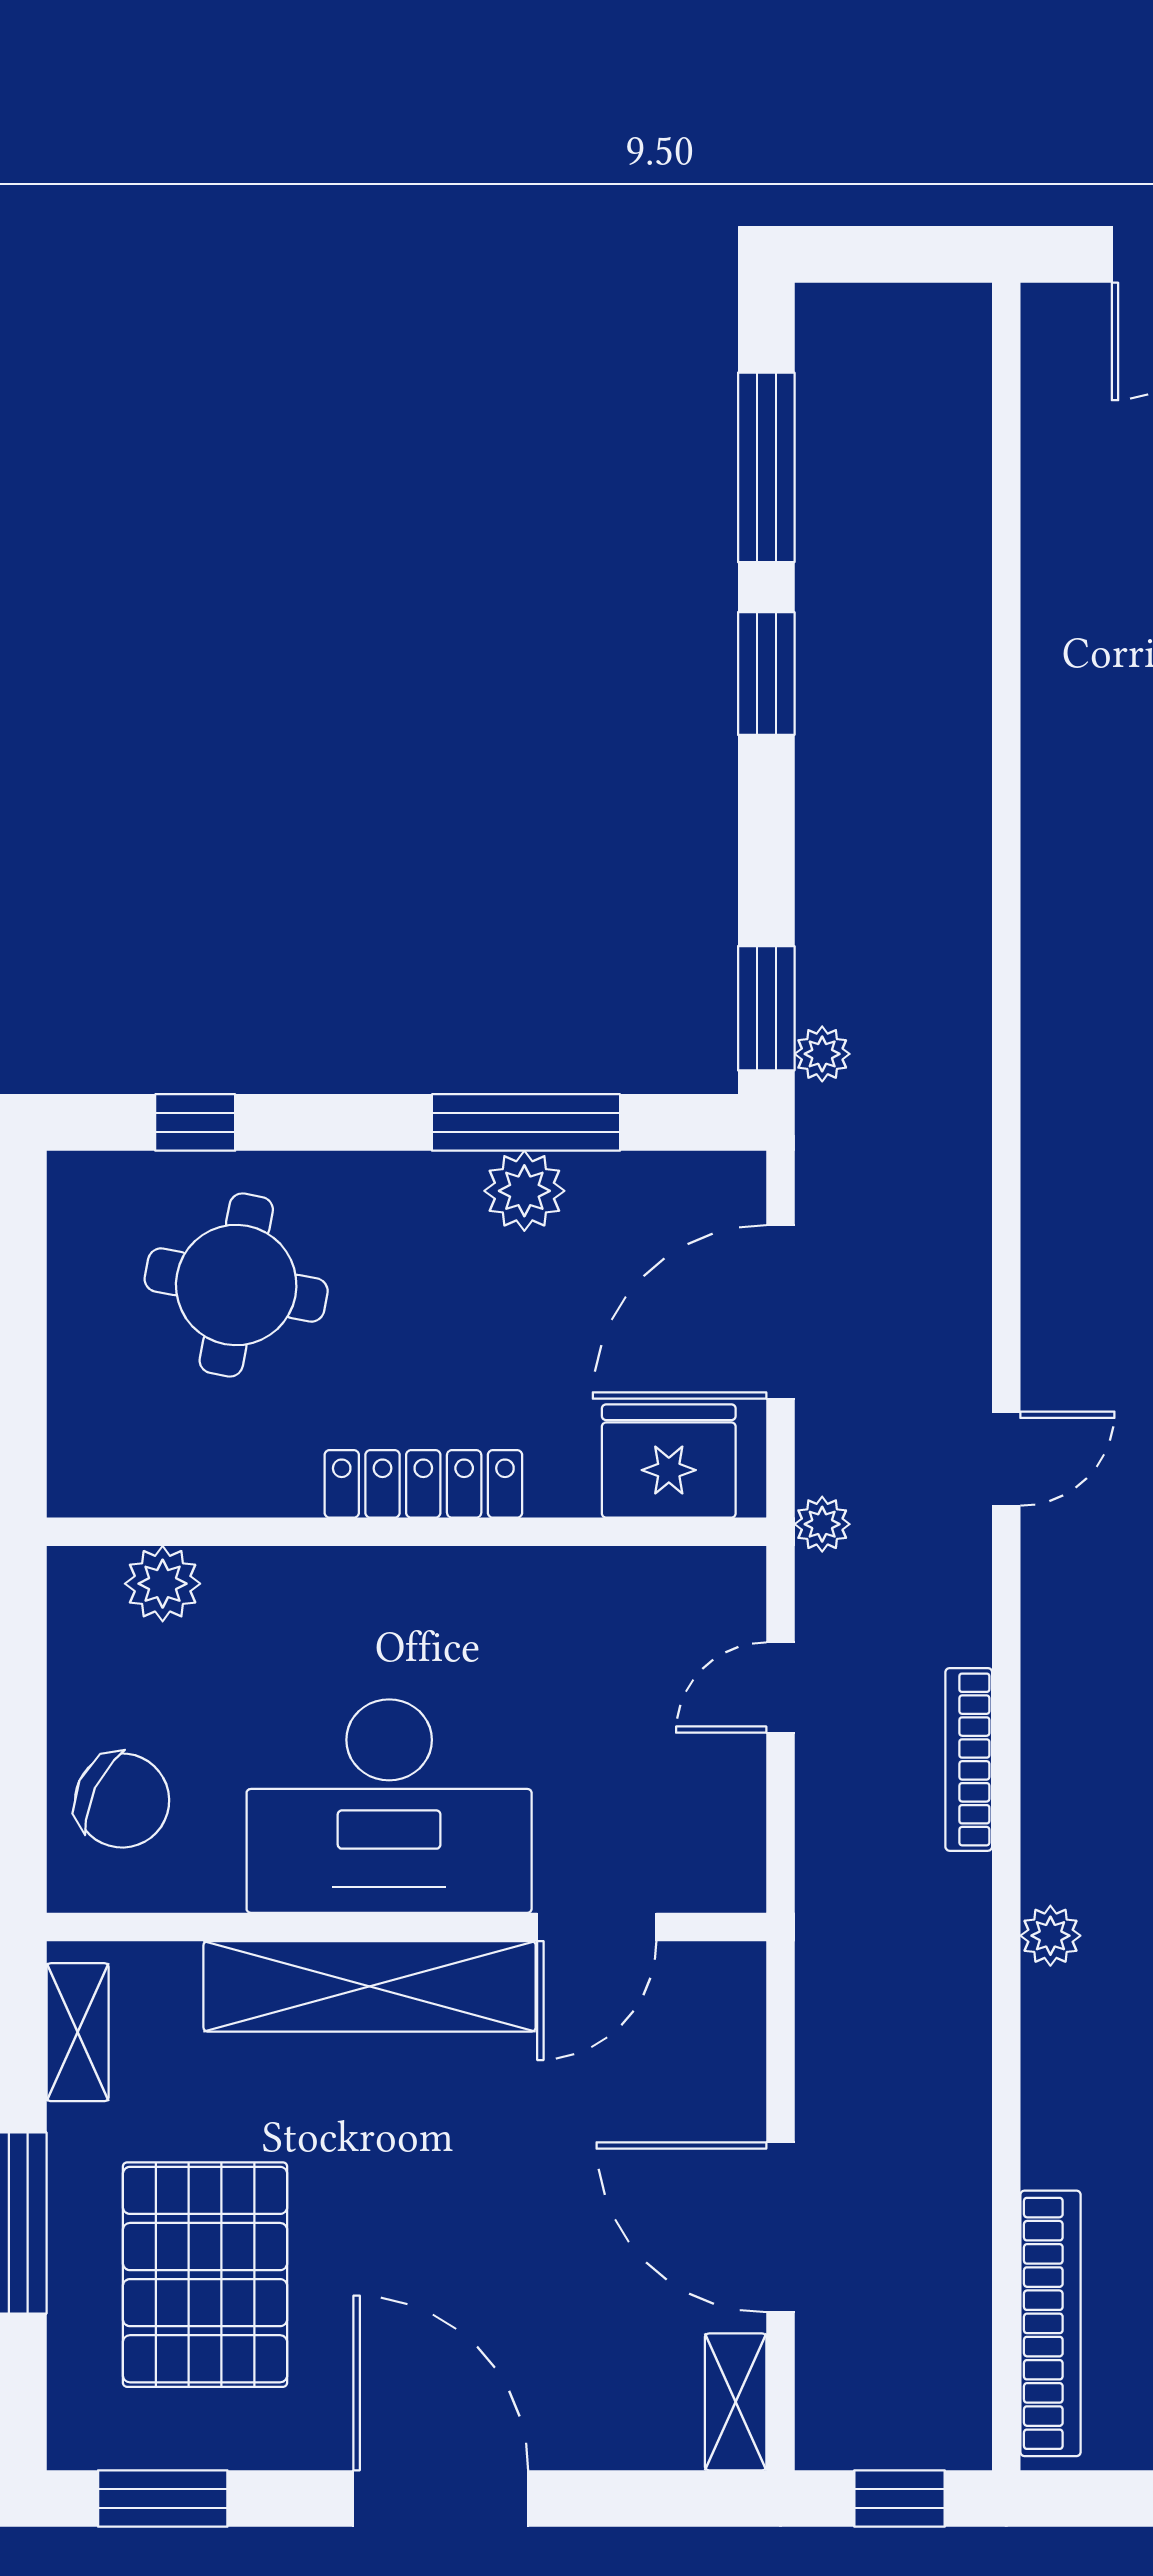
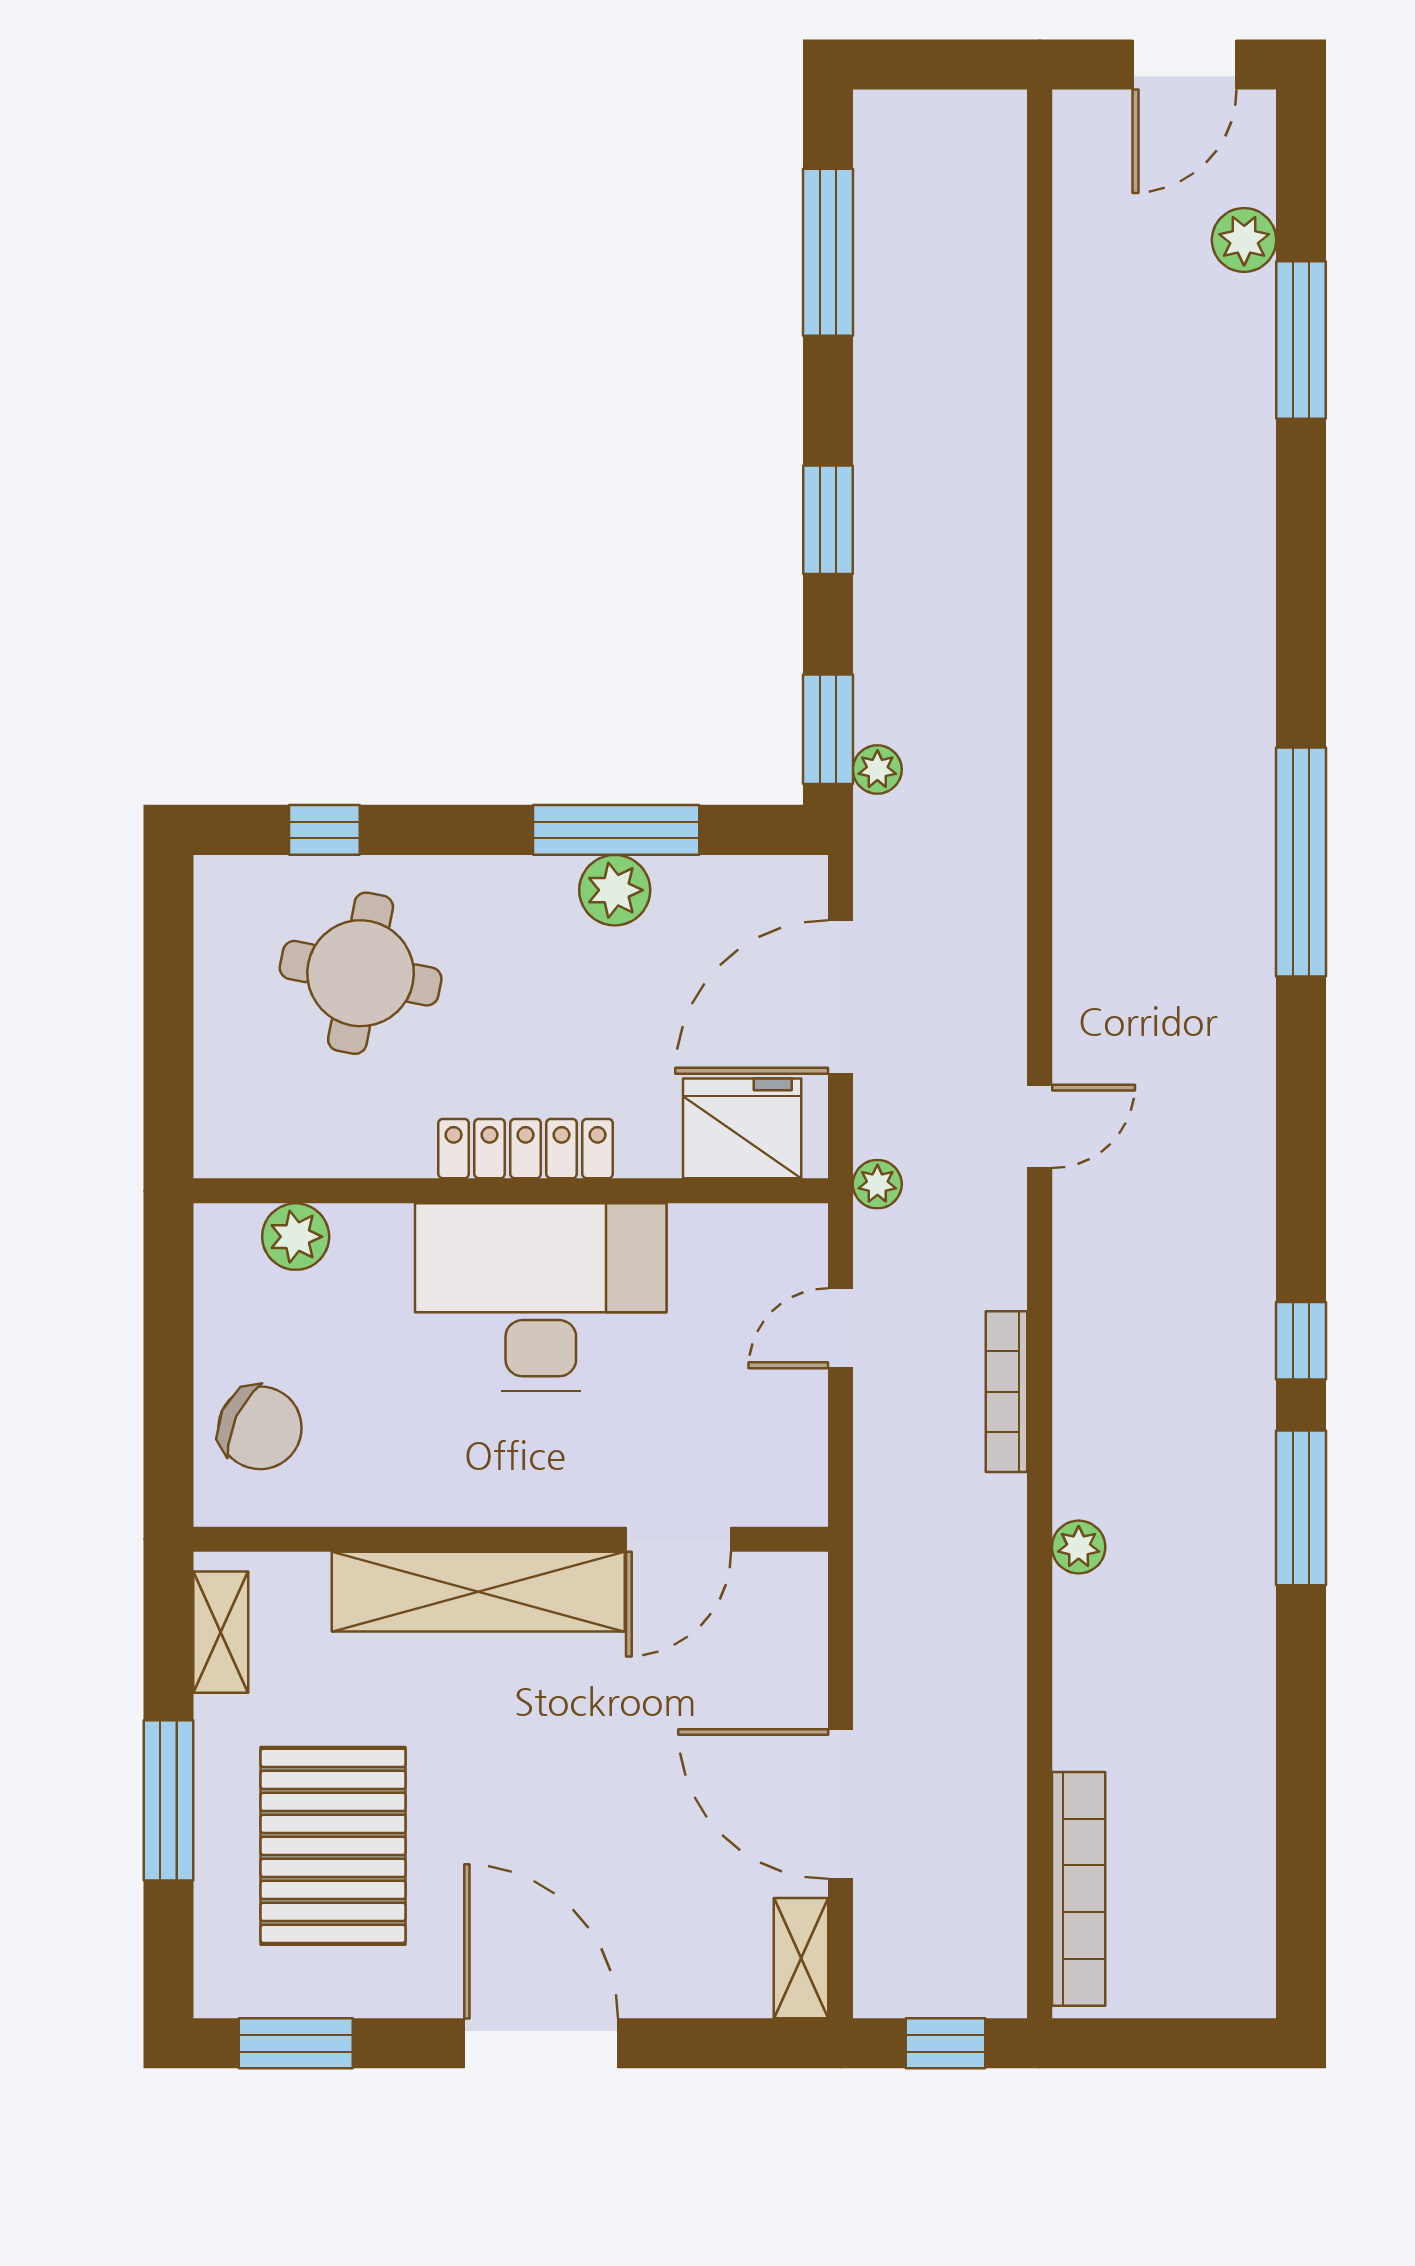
window: (766, 674) -> (828, 520), moved
desk: (389, 1806) -> (541, 1297), moved, turned 180

